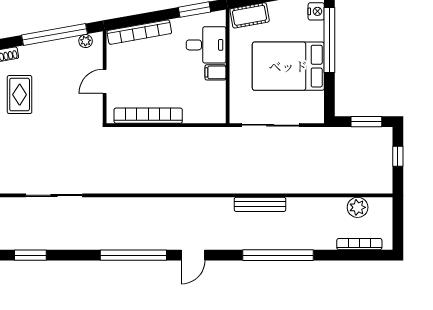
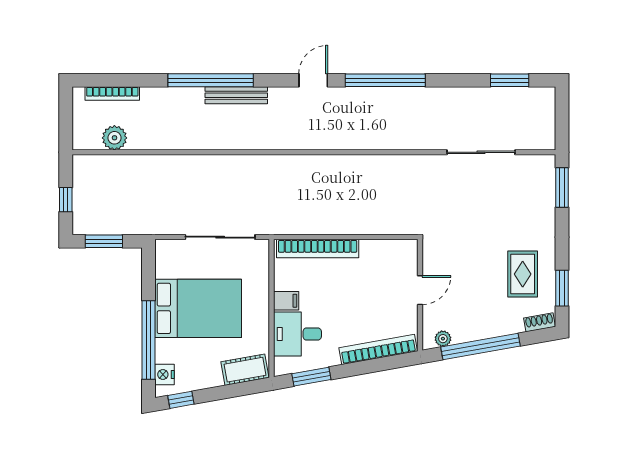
bookcase: (148, 116) -> (318, 249), moved
bench: (260, 204) -> (236, 95), moved

